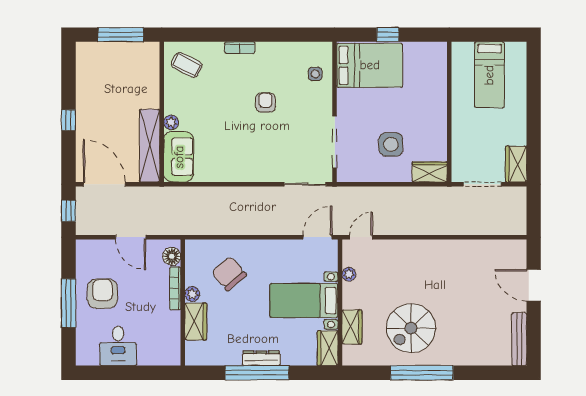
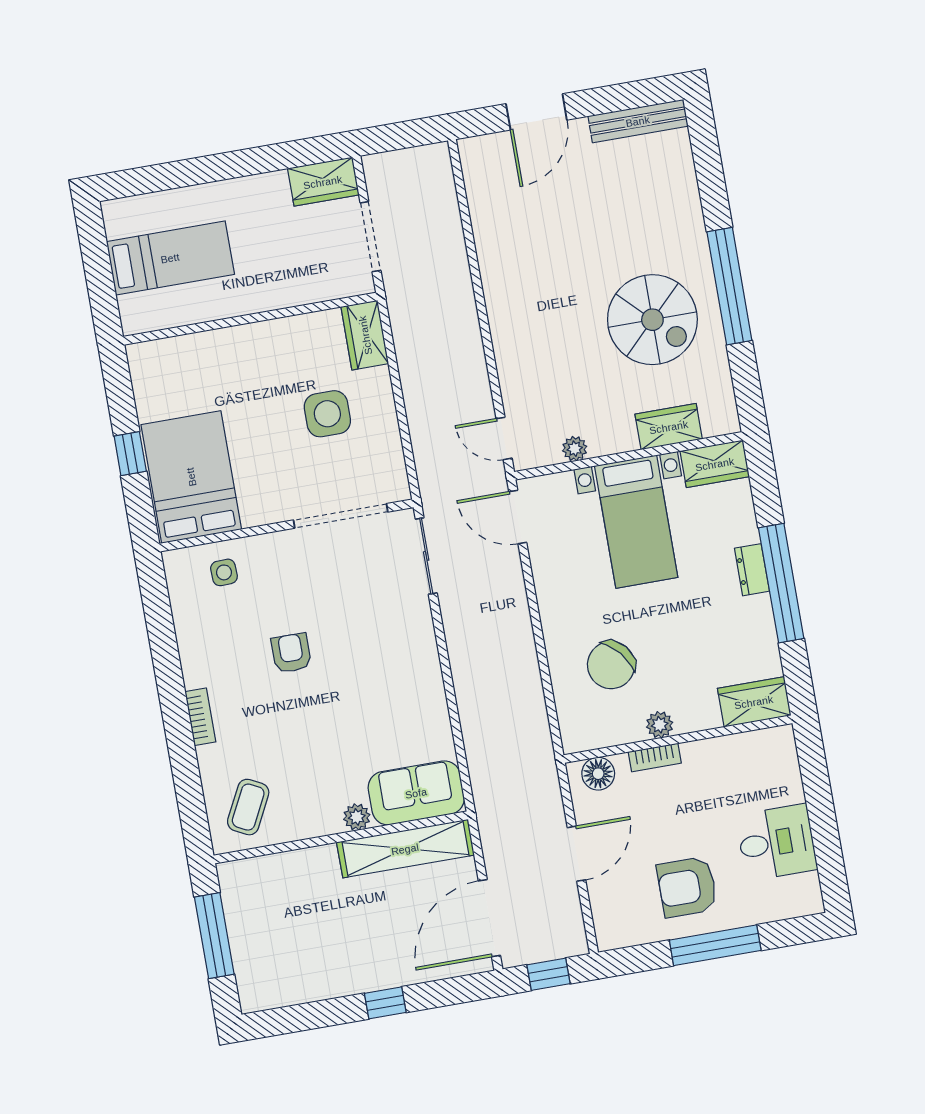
armchair: (265, 103) -> (291, 653), turned 90
bookcase: (175, 288) -> (655, 757), width x0.64
wardrobe: (196, 321) -> (754, 702), moved
dresser: (261, 358) -> (752, 570), width x0.70

